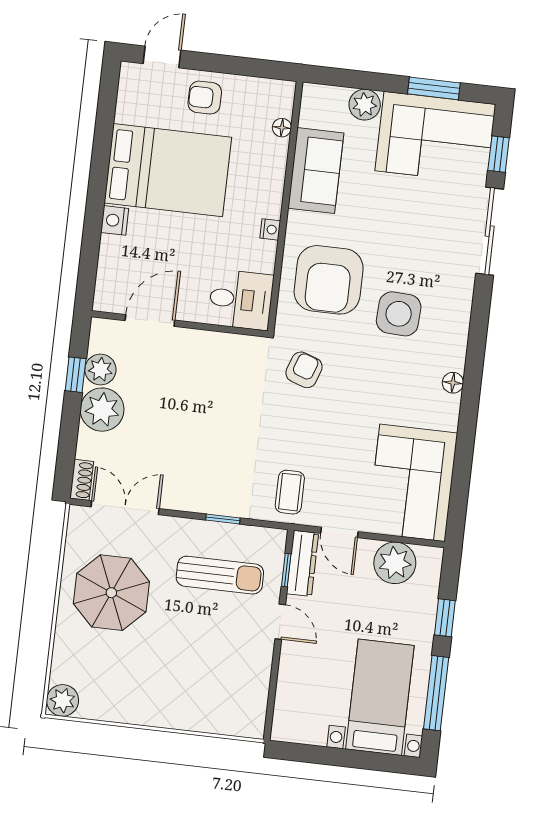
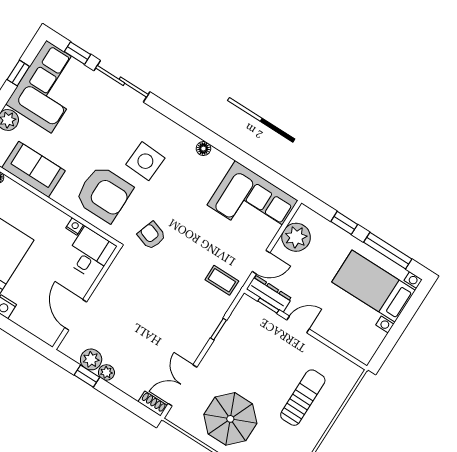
window: (434, 88) -> (18, 73), width x0.67
nightstand: (270, 229) -> (75, 226), moved
plant: (102, 410) -> (106, 372), width x0.53, depth x0.53
sun lounger: (220, 575) -> (303, 398), moved

